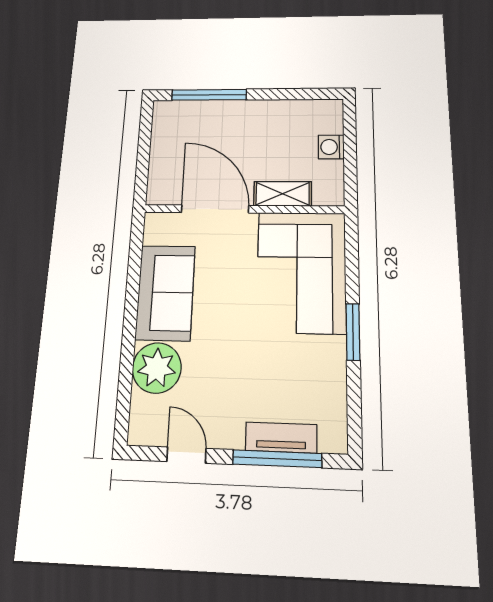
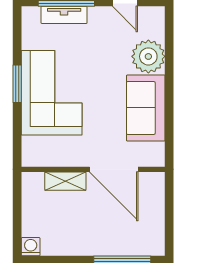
washing machine: (331, 147) -> (31, 247), moved, turned -90
corner sofa: (301, 272) -> (52, 93), moved

